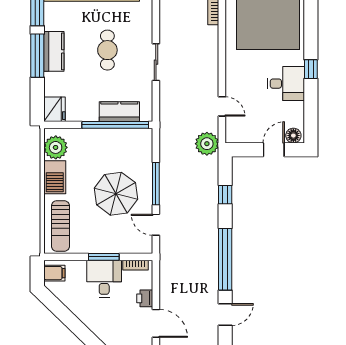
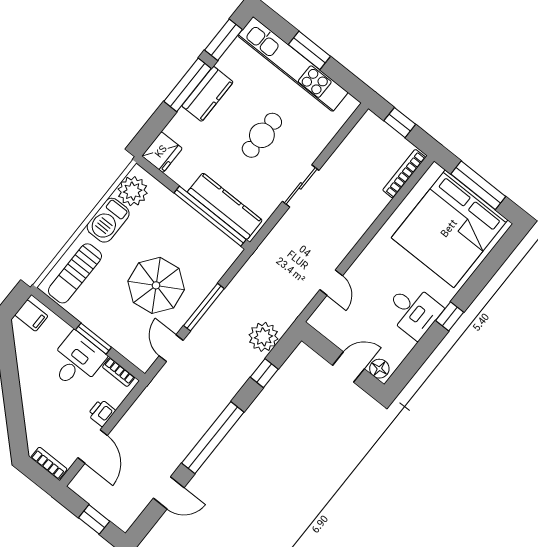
kitchen counter: (119, 112) -> (225, 206), width x1.50
plant: (207, 144) -> (263, 337), moved

